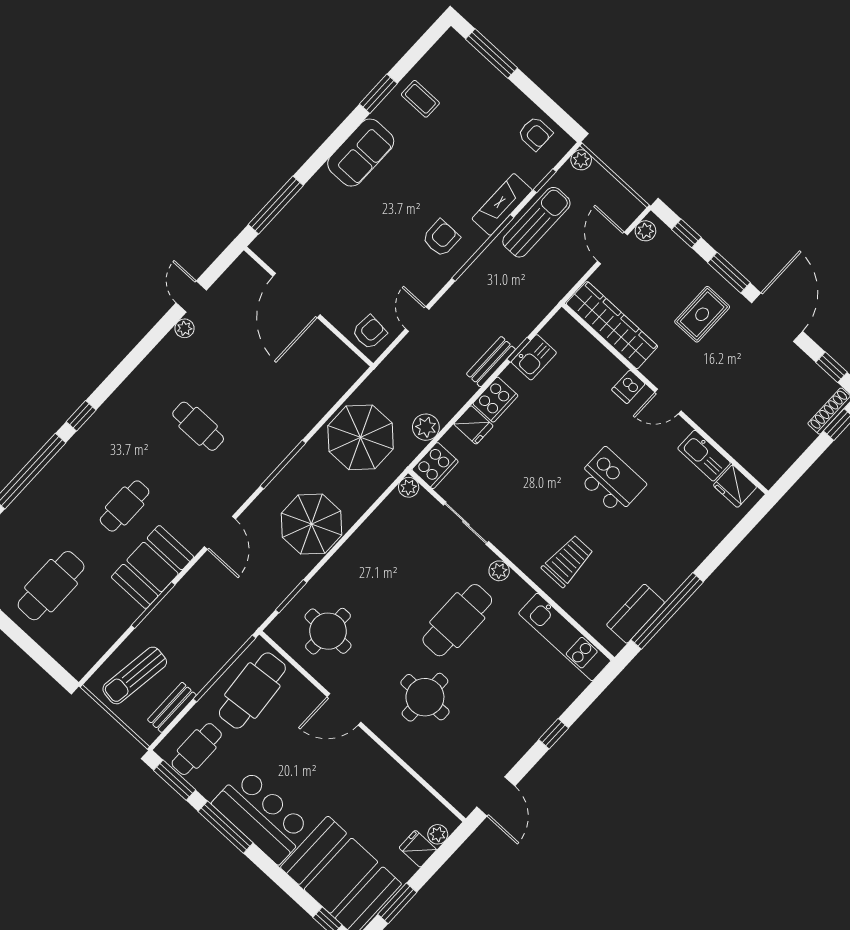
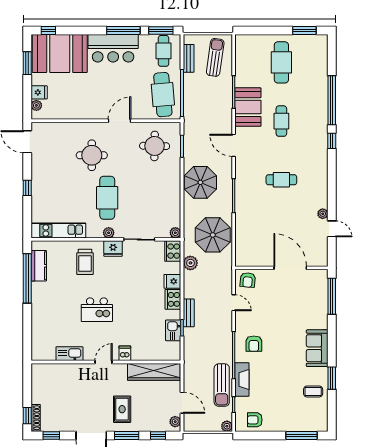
fridge: (735, 486) -> (113, 249), moved, turned 180

